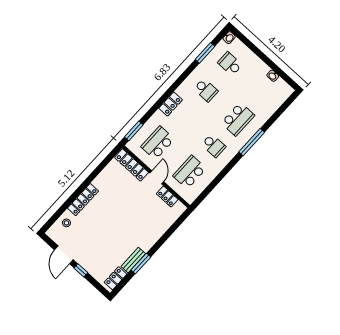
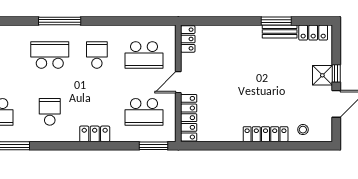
locker: (167, 197) -> (188, 39), moved
shower: (87, 262) -> (322, 75), added

